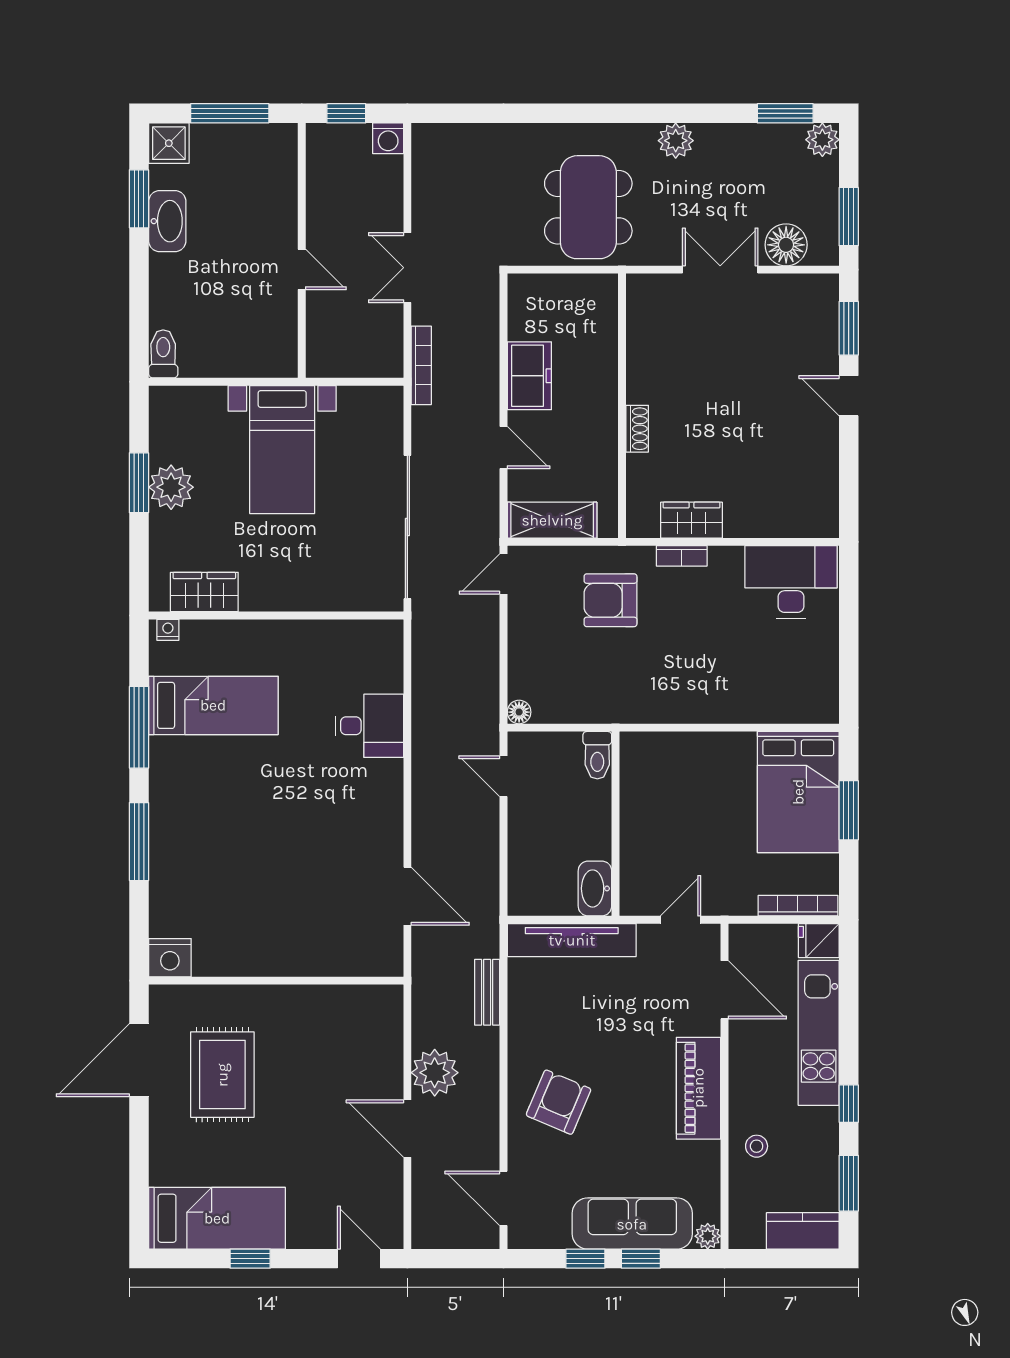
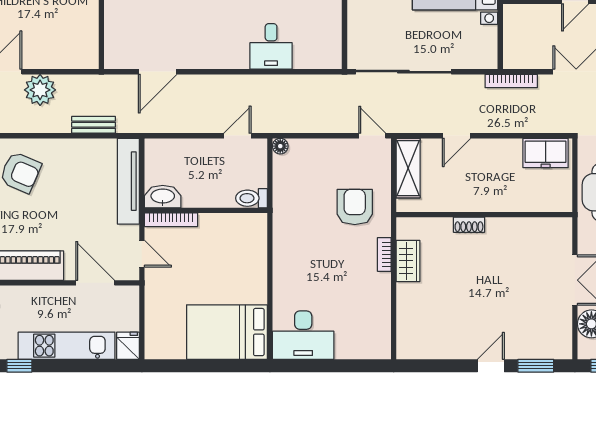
freezer: (529, 376) -> (546, 153), moved
desk: (791, 582) -> (303, 335), moved, turned 90
window: (849, 810) -> (215, 366), removed
bookcase: (798, 906) -> (171, 220), moved, turned 90
door: (724, 990) -> (95, 283), swing flipped

